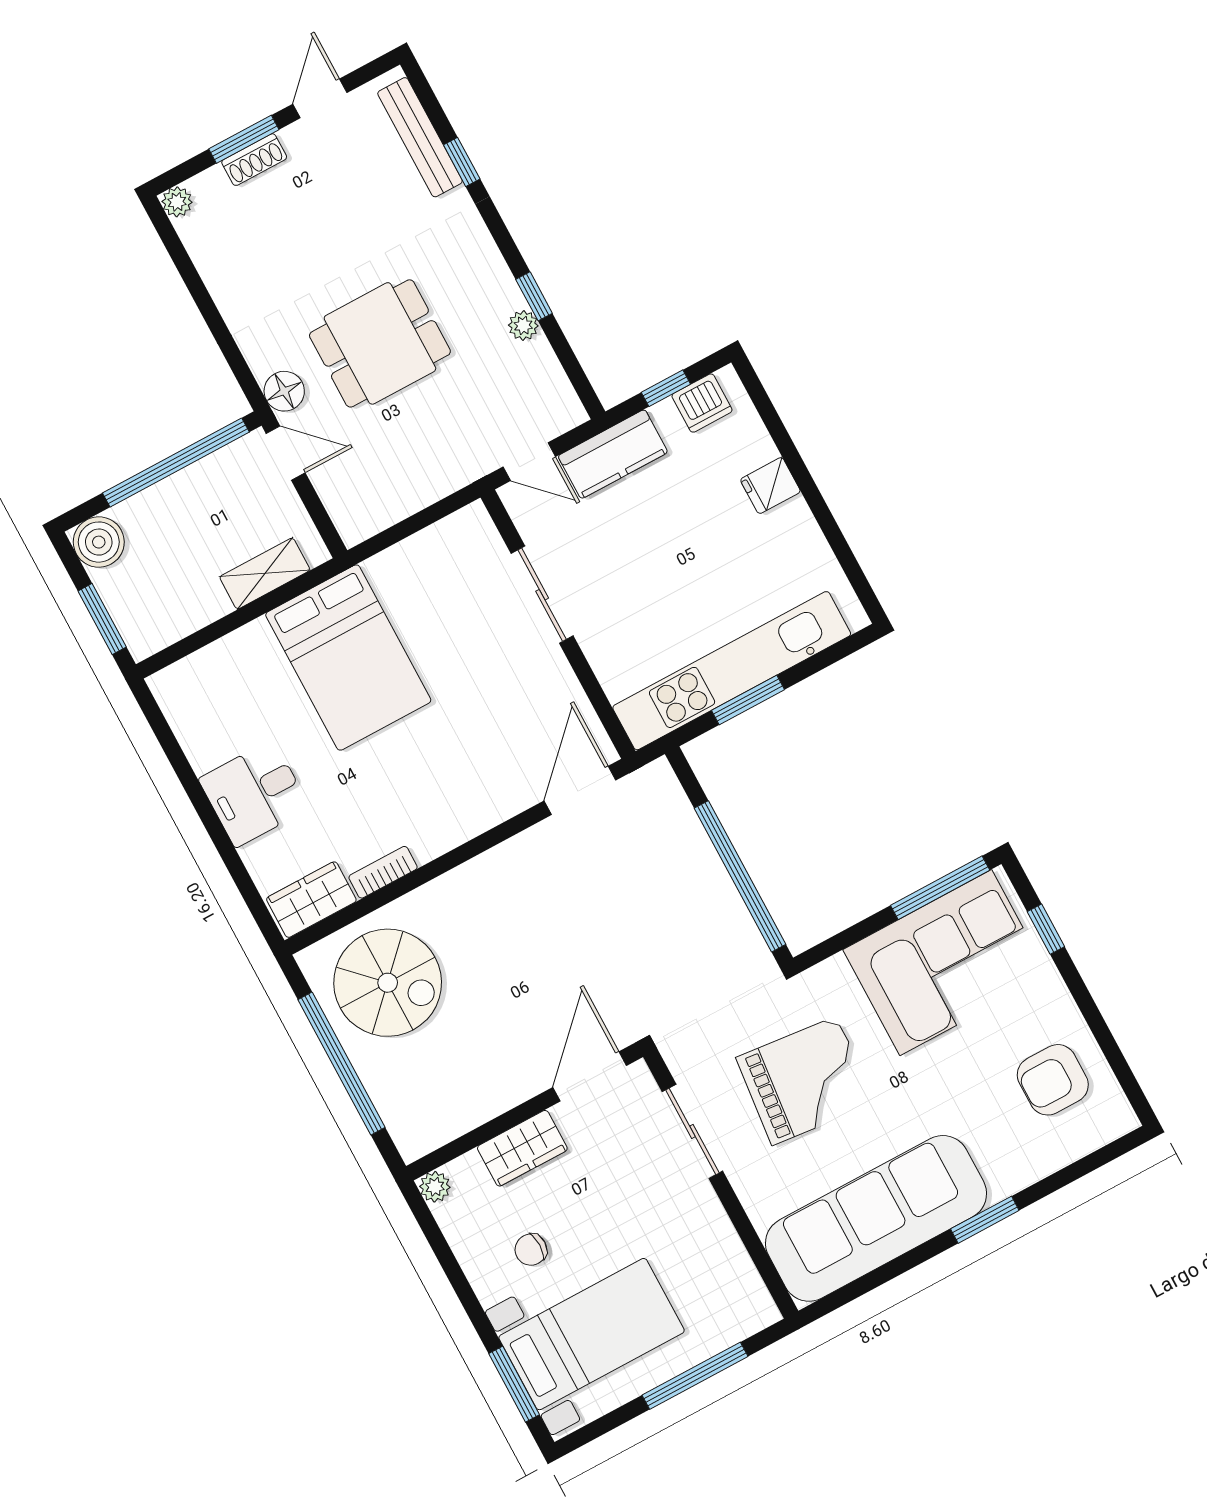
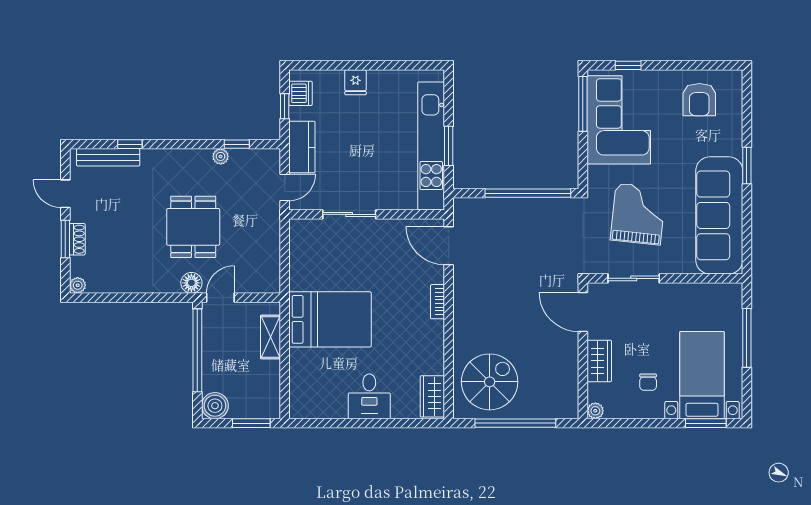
window: (534, 296) -> (237, 144), moved
bookcase: (383, 872) -> (438, 302), moved

